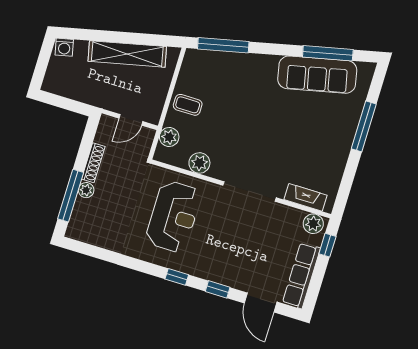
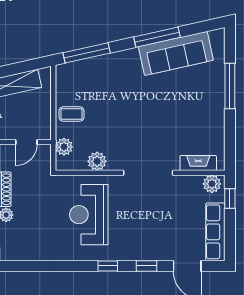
window: (328, 53) -> (157, 37), moved
reception desk: (173, 217) -> (89, 215), turned 180

